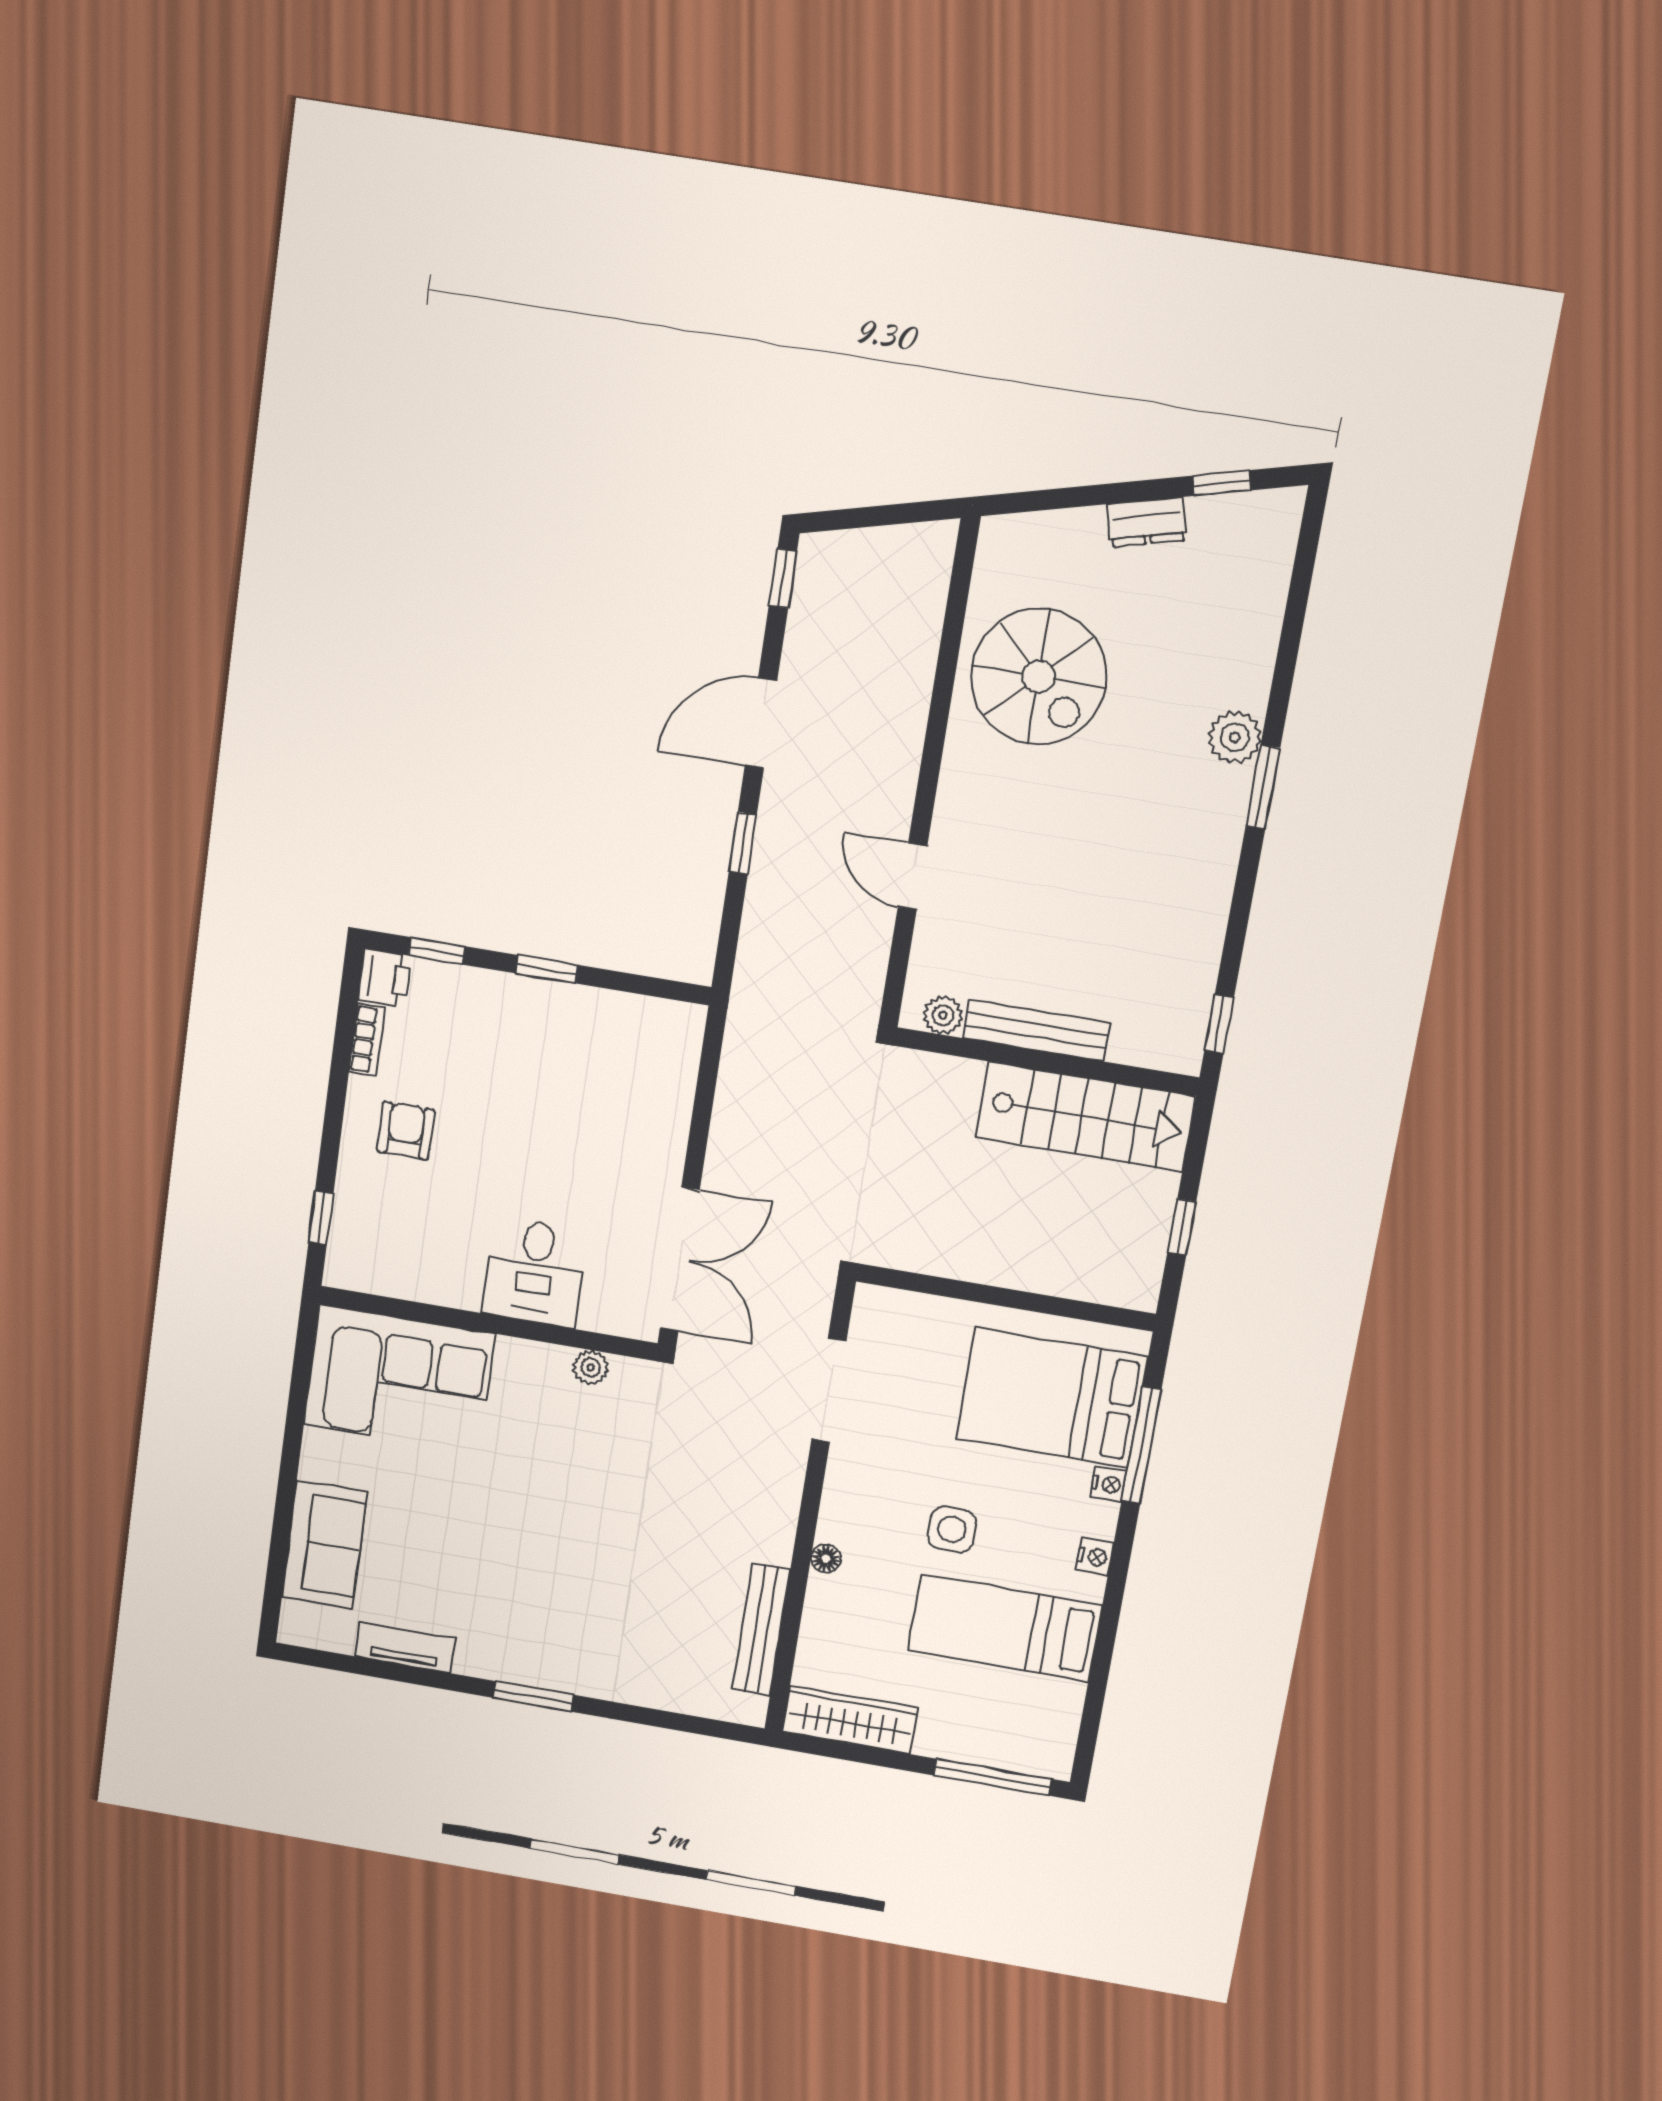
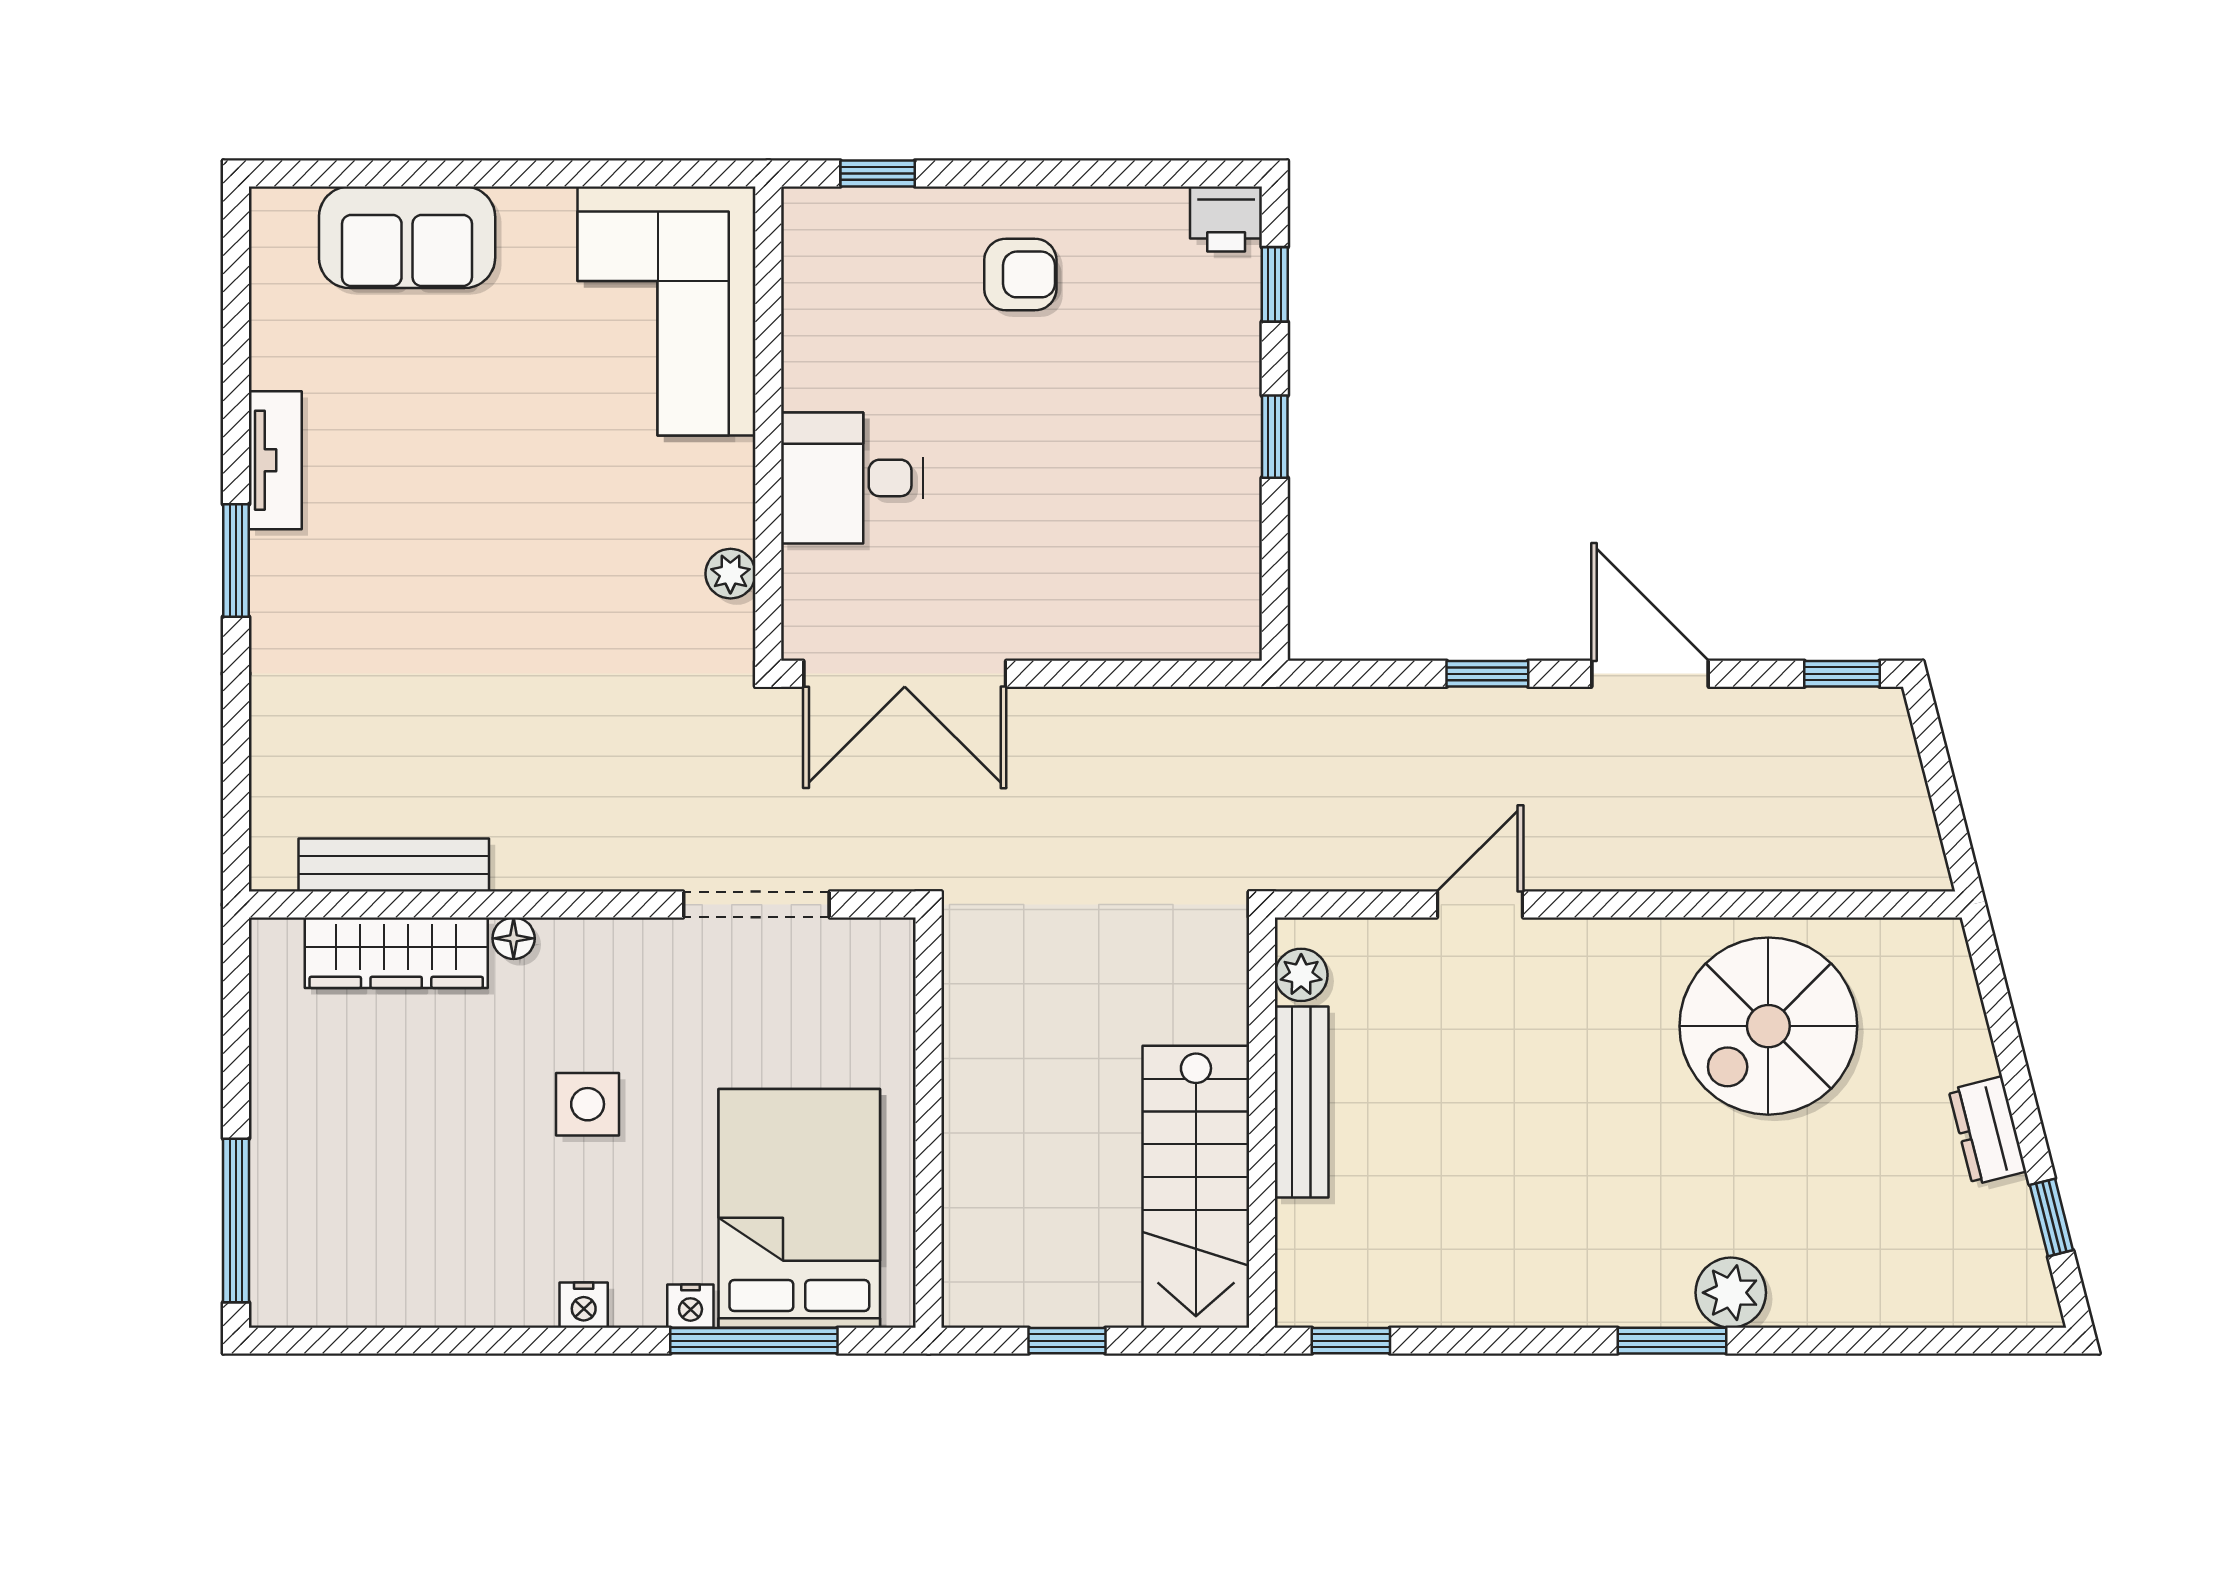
bookcase: (367, 1040) -> (1137, 206), removed
bed: (1005, 1628) -> (458, 1200), removed
tv unit: (405, 1648) -> (275, 460), moved
wardrobe: (850, 1720) -> (396, 953), moved, turned 90

